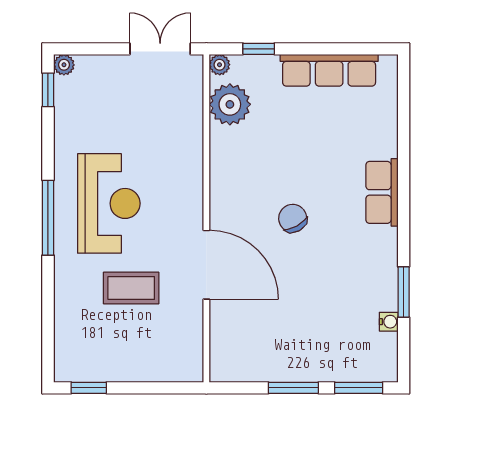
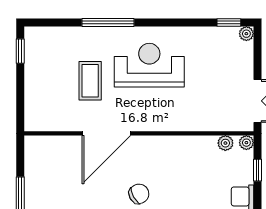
plant: (230, 104) -> (225, 143), width x0.53, depth x0.53
reception desk: (109, 203) -> (149, 65), turned 180
window: (48, 218) -> (108, 23), moved

